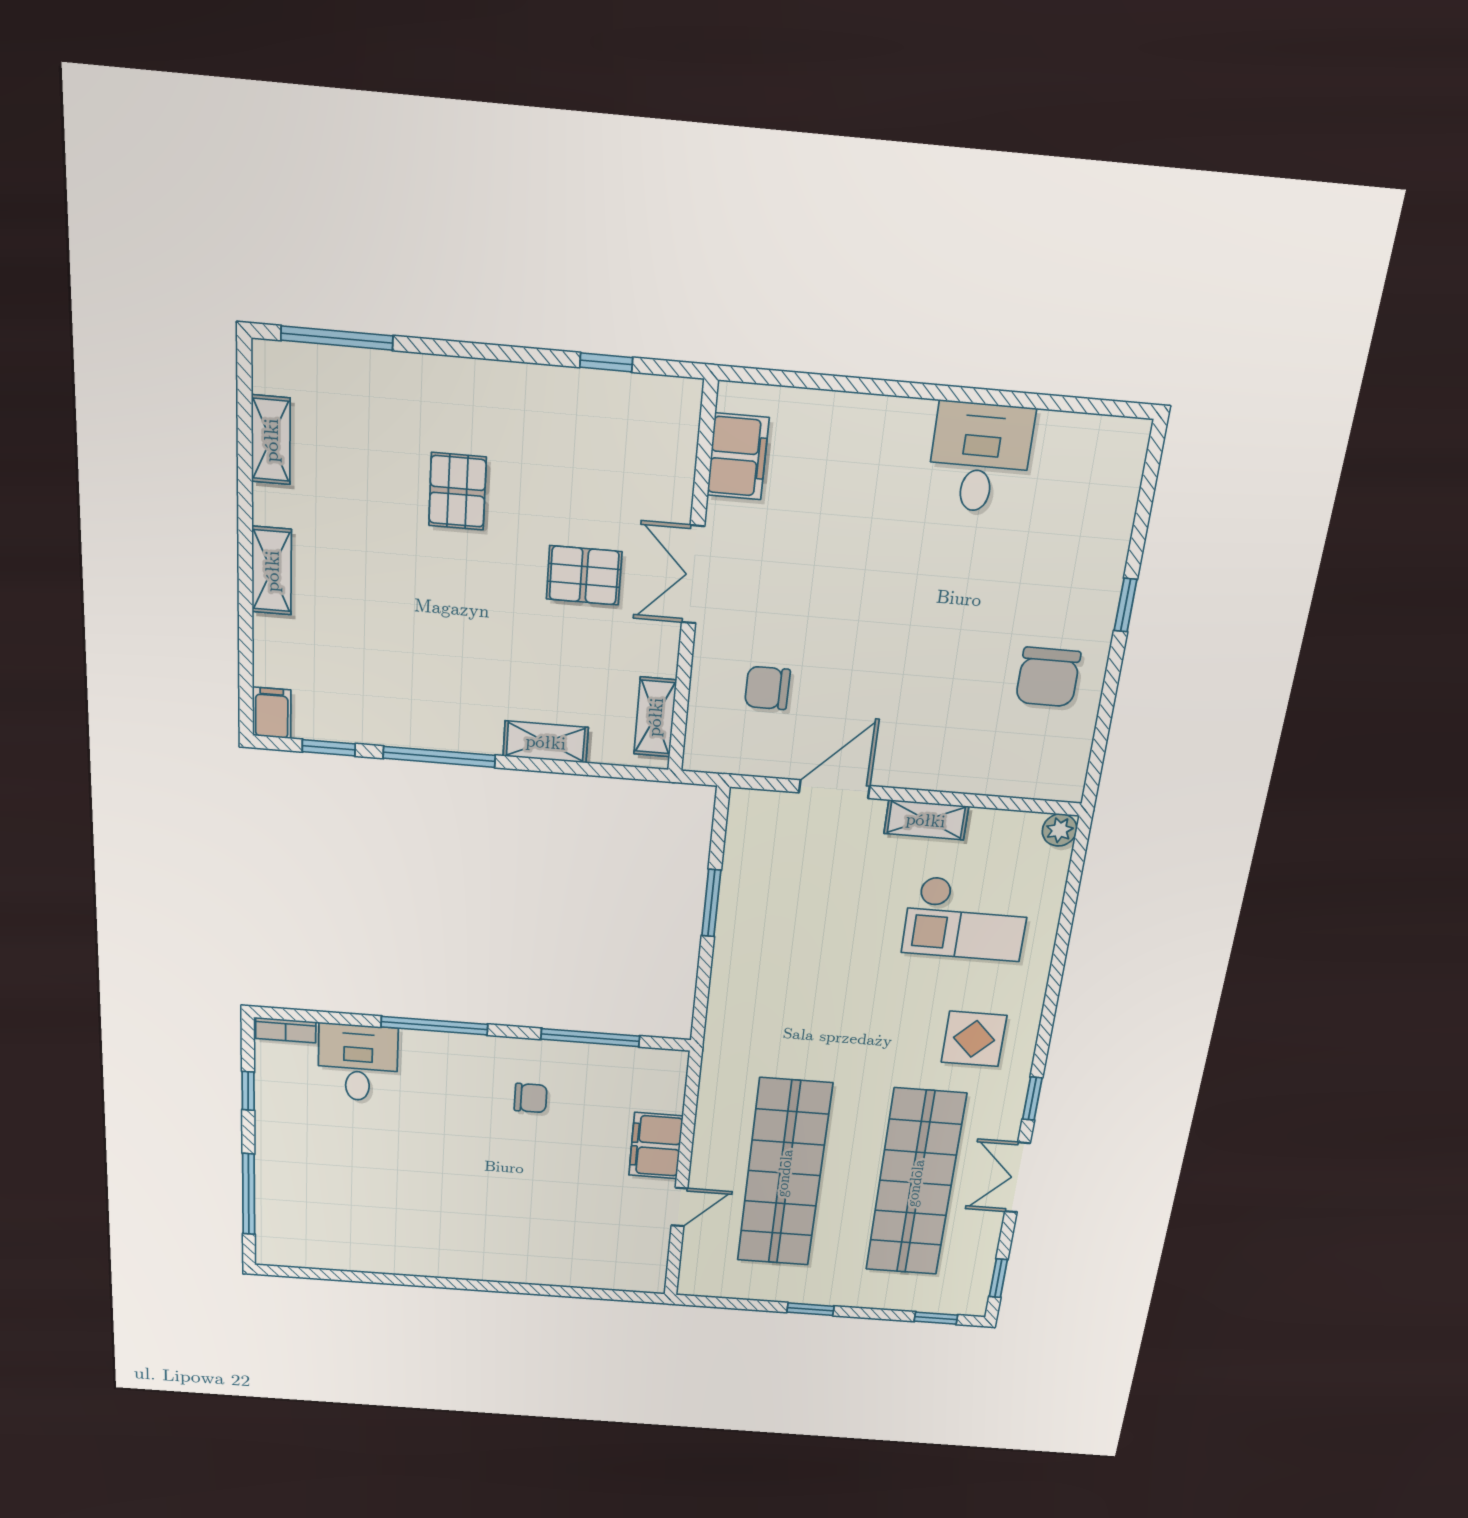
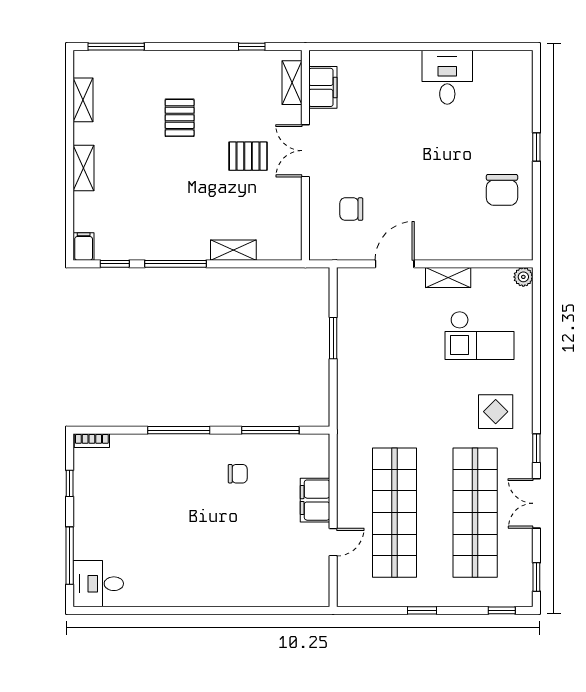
shelving: (655, 717) -> (292, 83), moved
desk: (358, 1063) -> (98, 584), moved, turned -90

